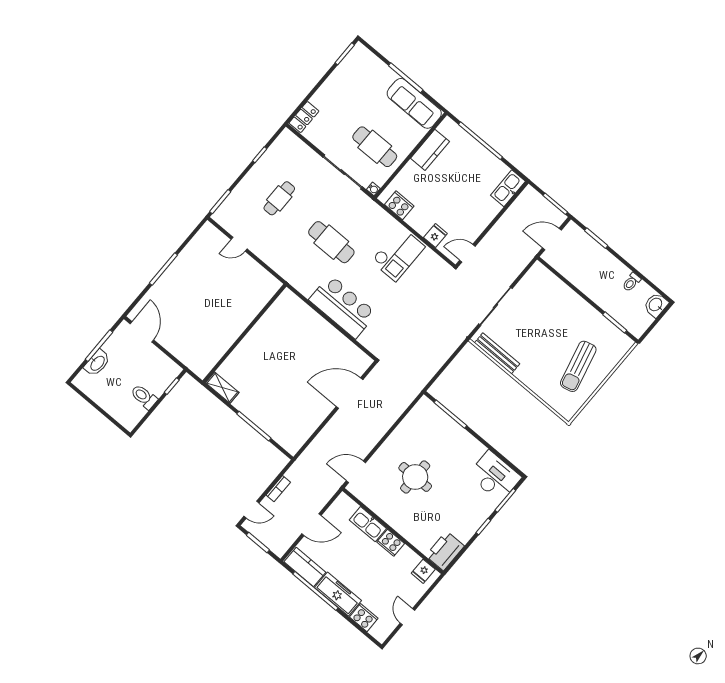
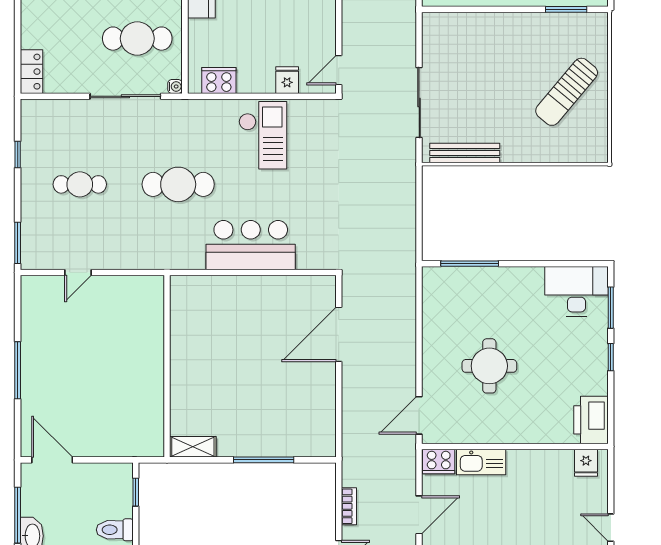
cafe table: (279, 198) -> (80, 184), turned 90
sun lounger: (578, 366) -> (567, 92), turned 54
cooker: (391, 543) -> (439, 462), moved

